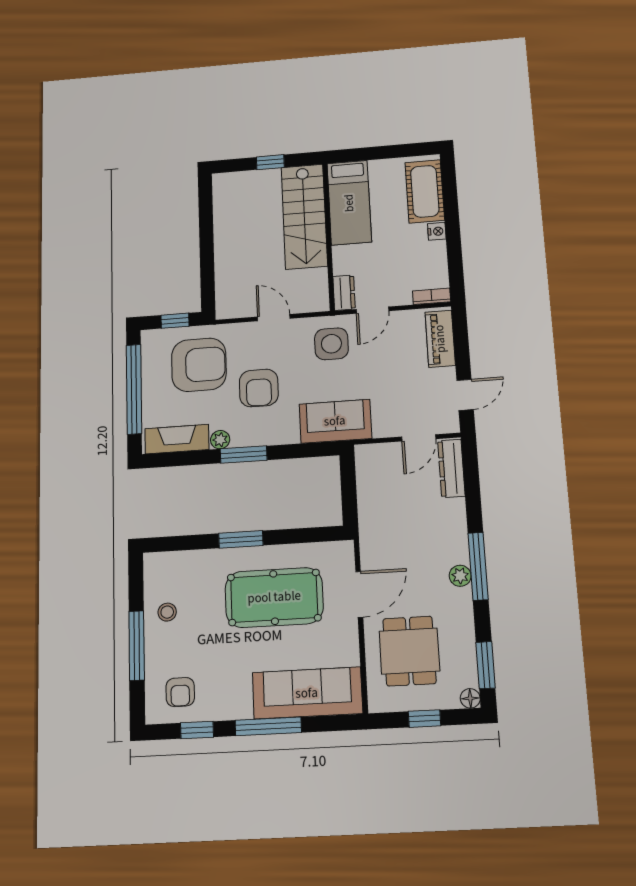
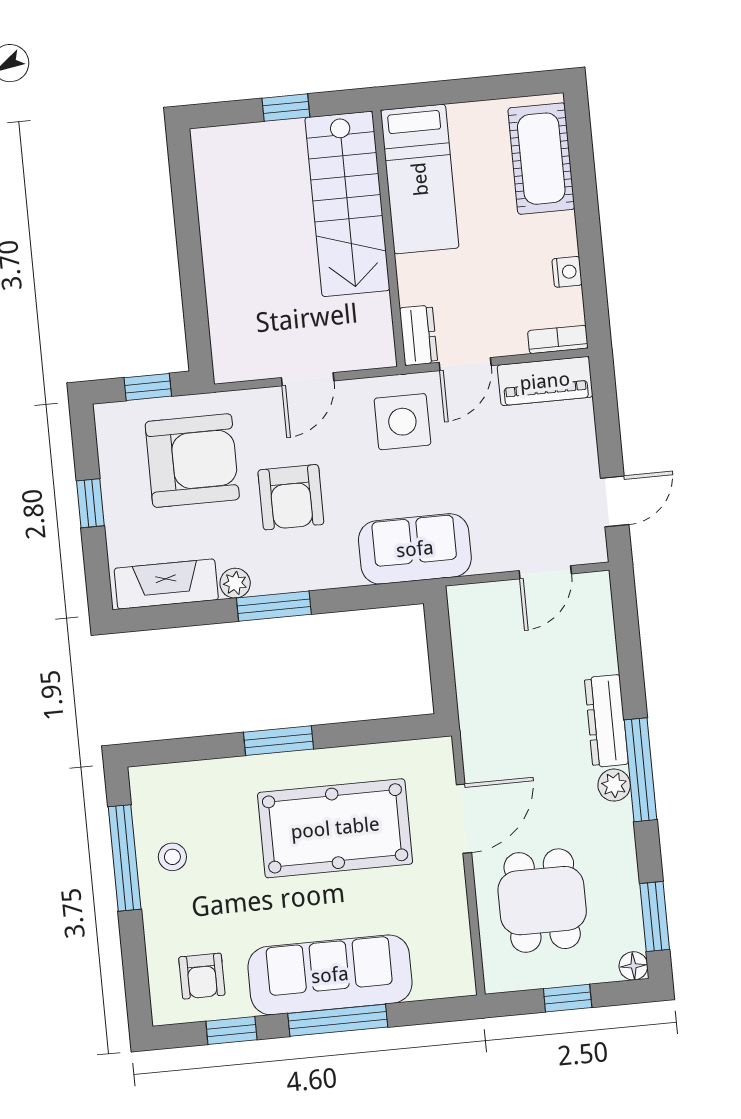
nightstand: (437, 231) -> (567, 272), moved
door: (274, 318) -> (308, 379), swing flipped
piano: (440, 339) -> (545, 381), moved, turned -90
window: (134, 389) -> (90, 503), width x0.32
dresser: (451, 468) -> (606, 721), moved
window: (137, 646) -> (125, 858), moved
sofa: (307, 693) -> (330, 975), moved

